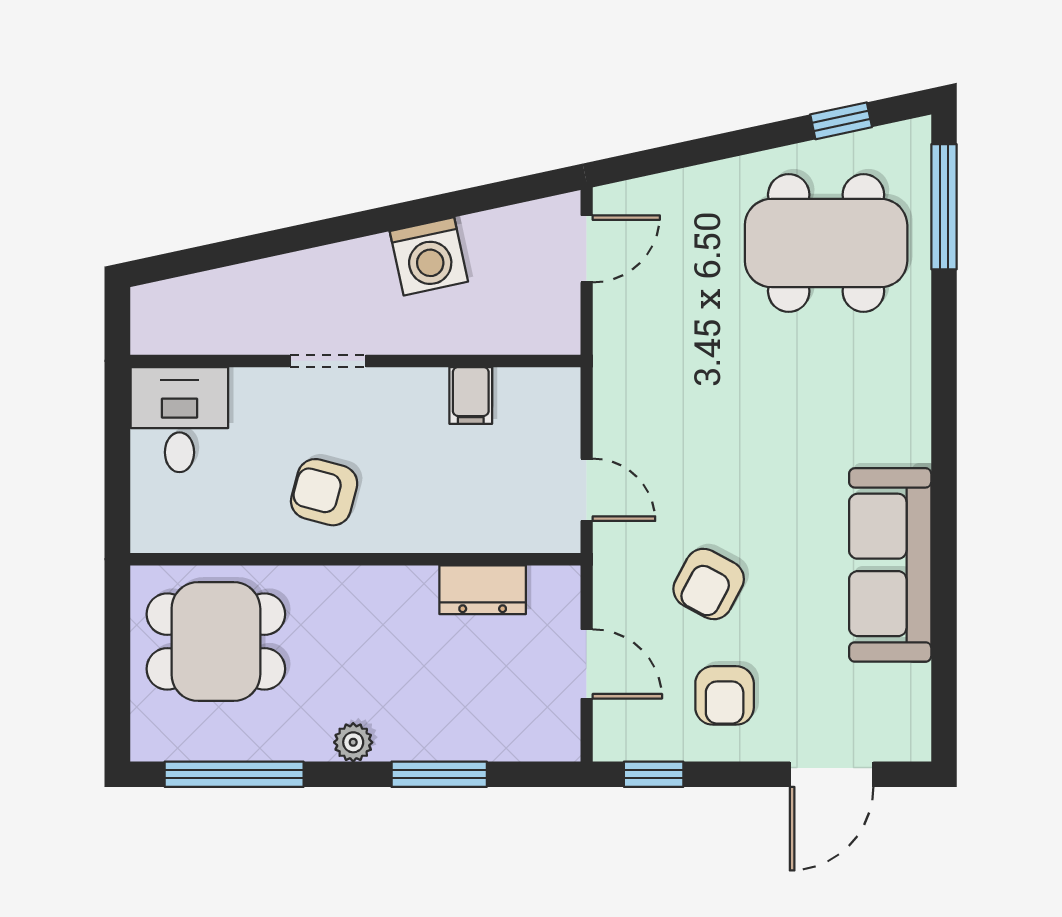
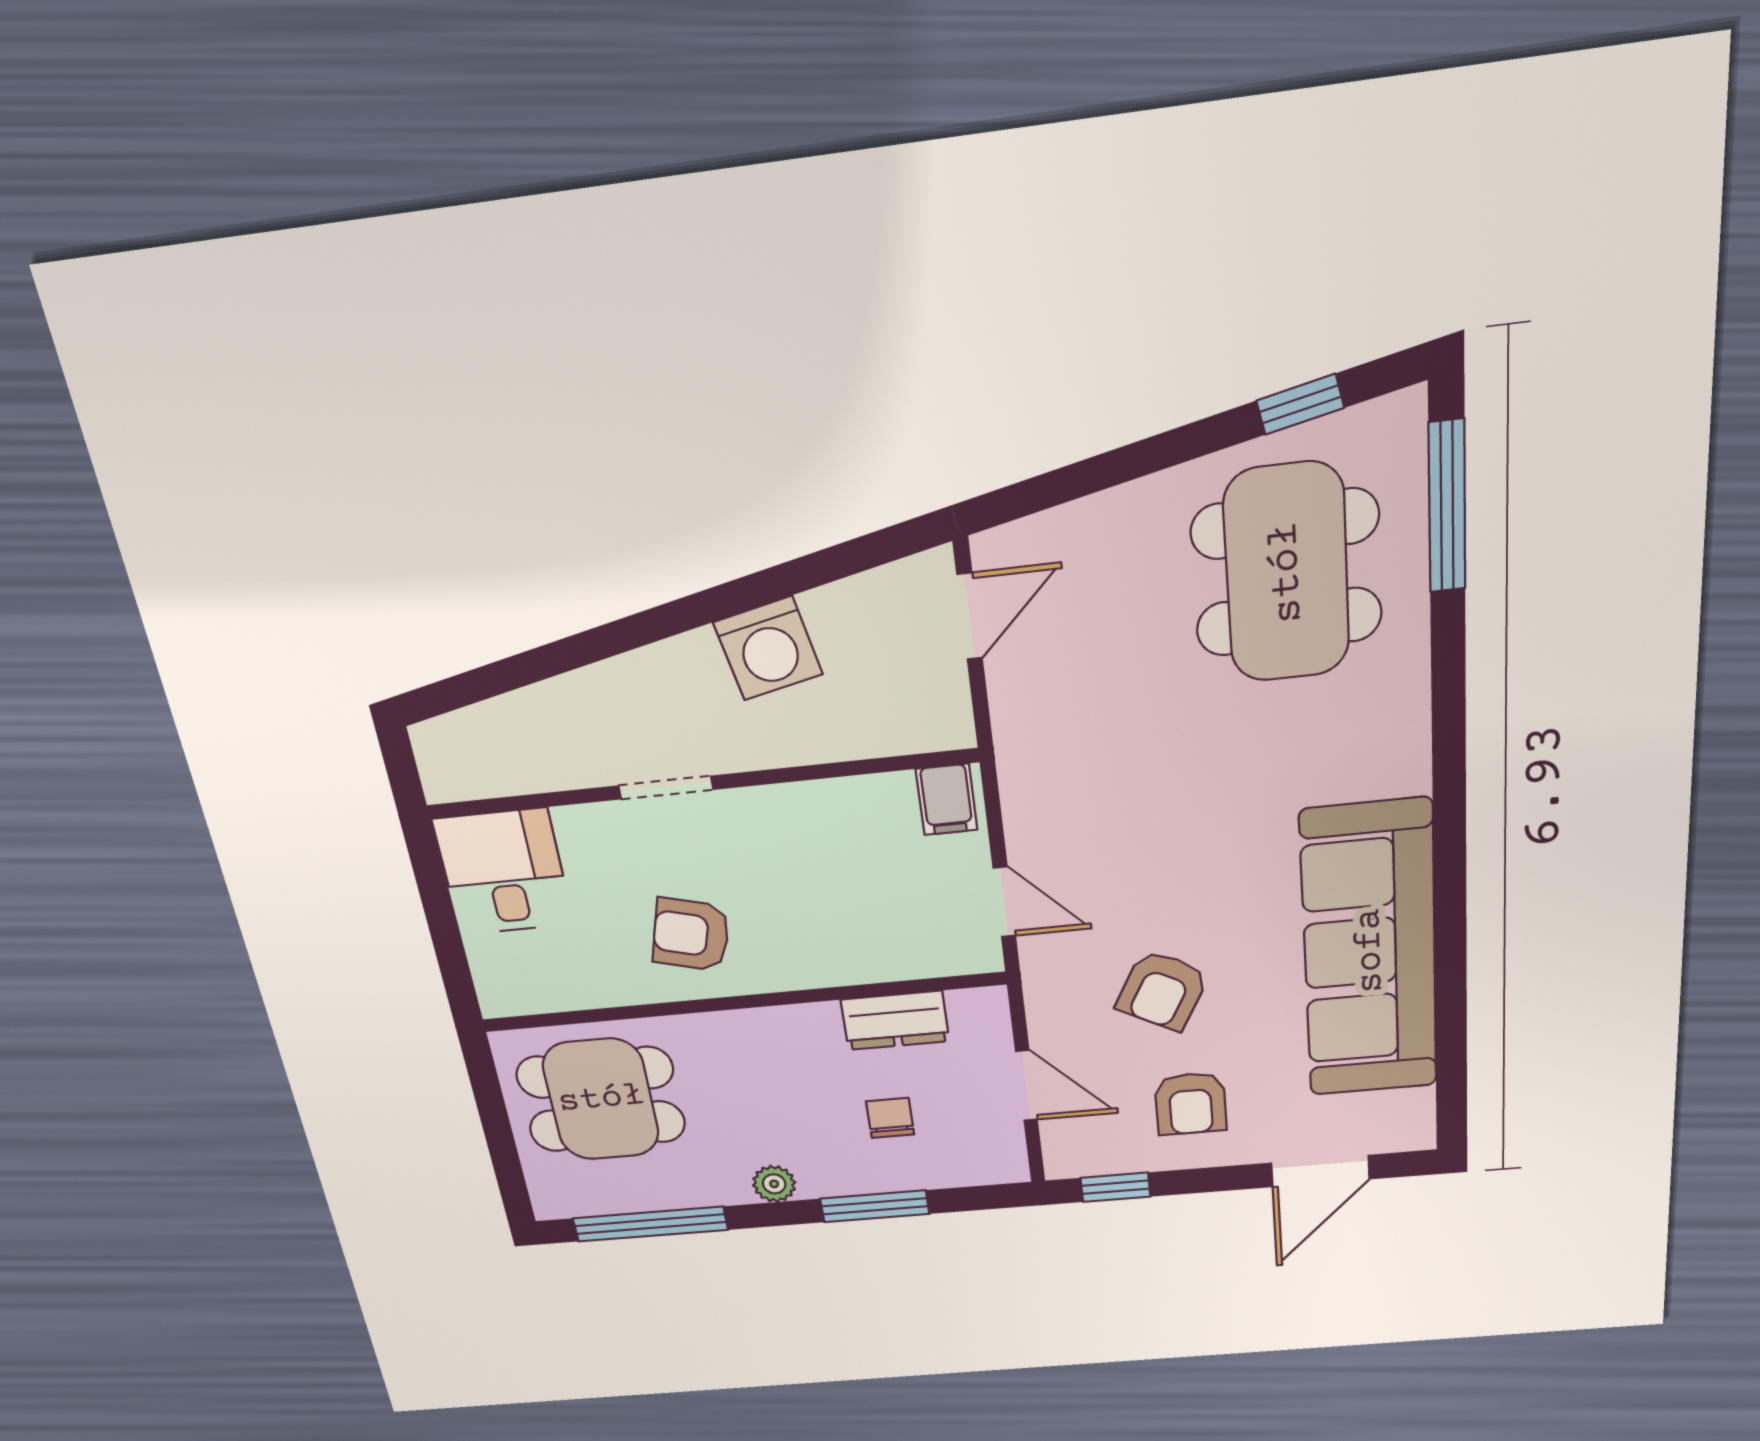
dining table: (826, 243) -> (1287, 573), turned 90
filing cabinet: (471, 396) -> (947, 800), moved
sofa: (890, 565) -> (1370, 951), width x1.36, depth x1.27
chair: (465, 685) -> (890, 1118), added

